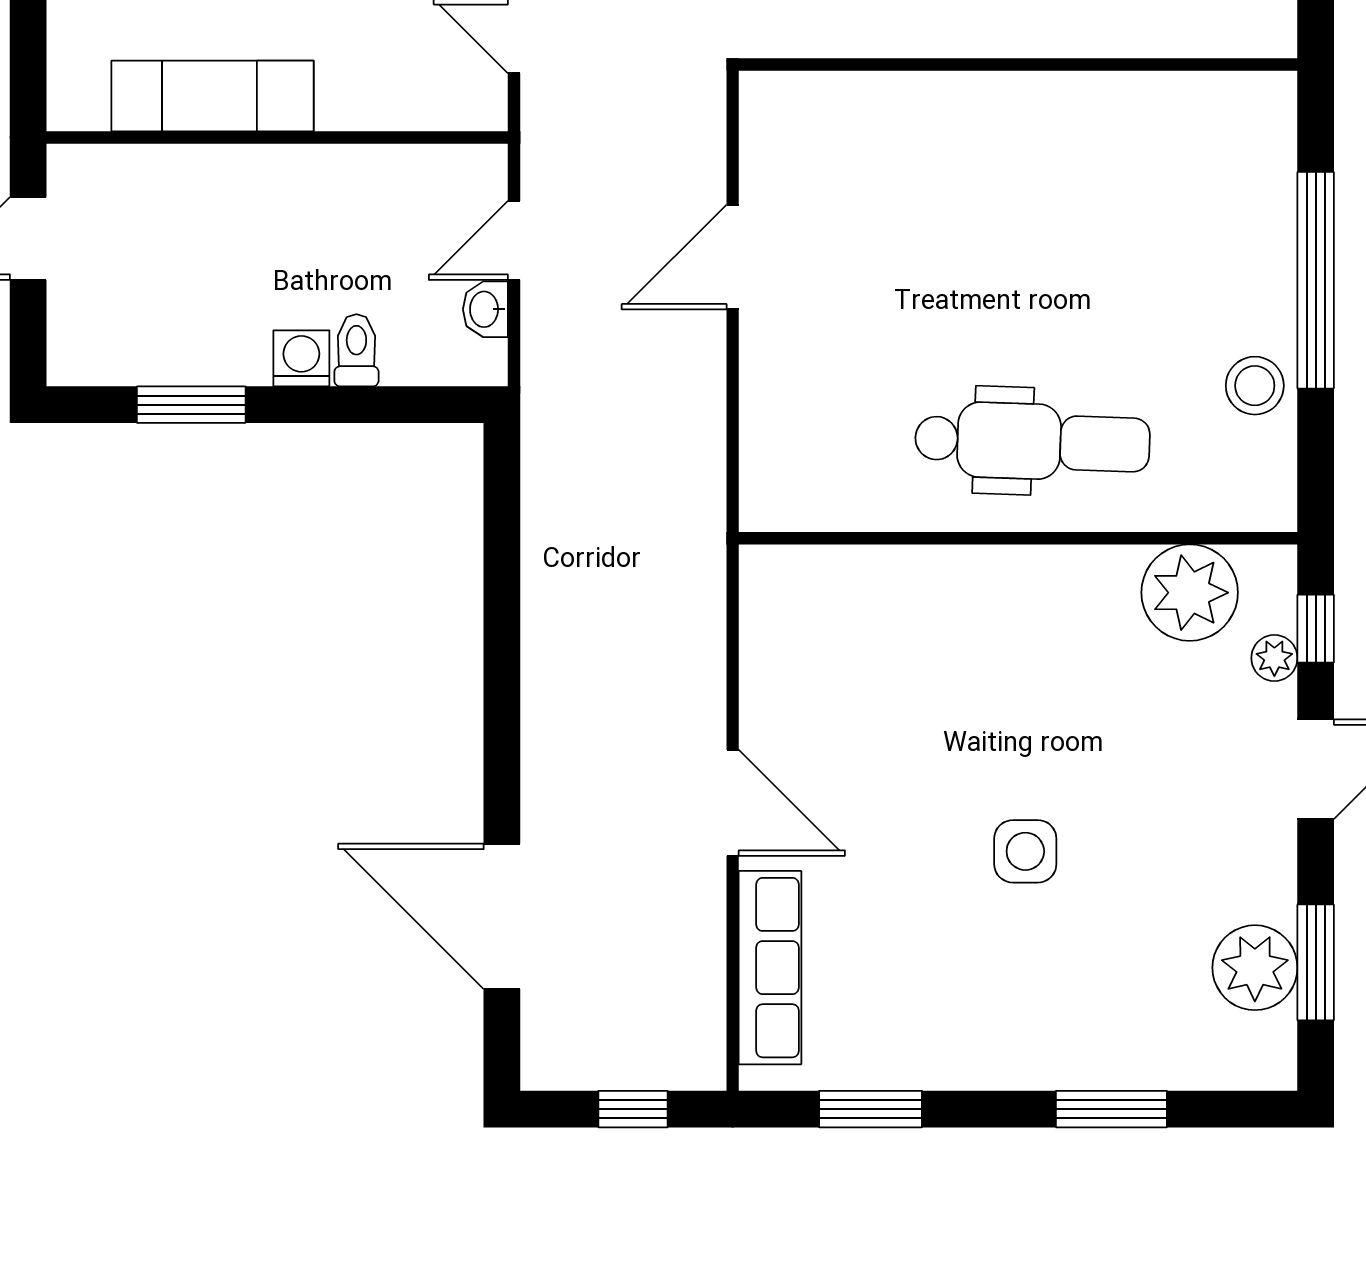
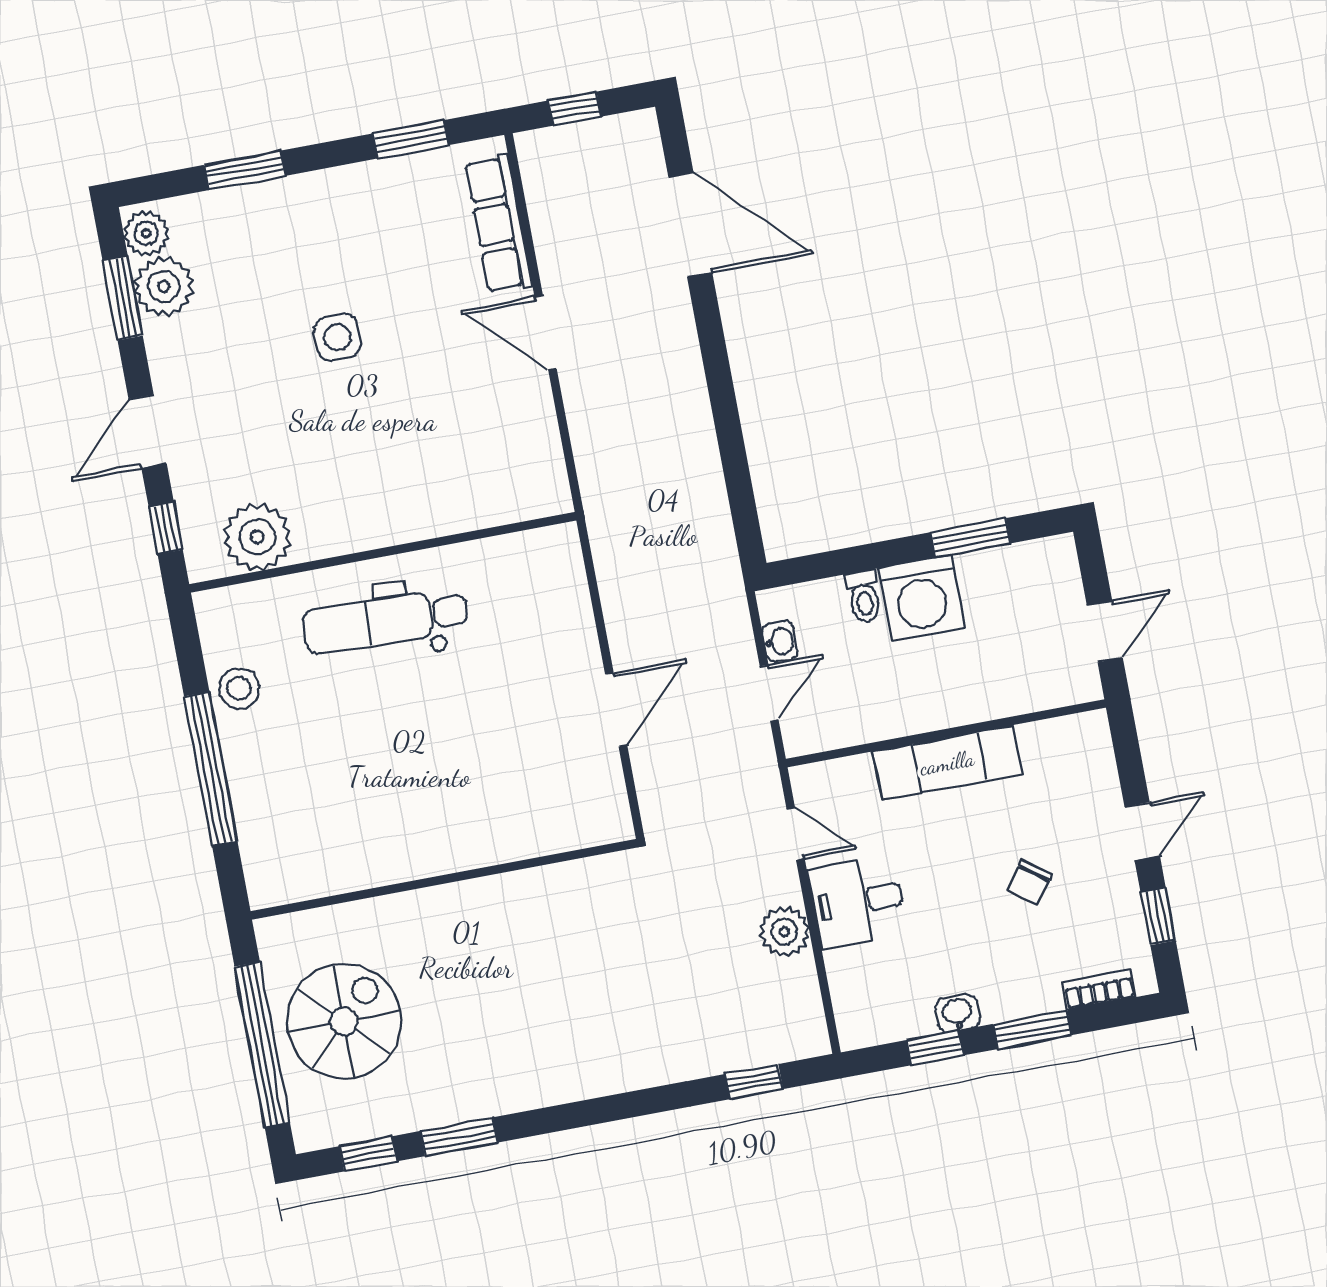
exam couch: (212, 96) -> (947, 763), moved
washing machine: (301, 358) -> (921, 598), width x1.89, depth x1.89
plant: (1274, 658) -> (146, 233), moved, width x1.38, depth x1.38

